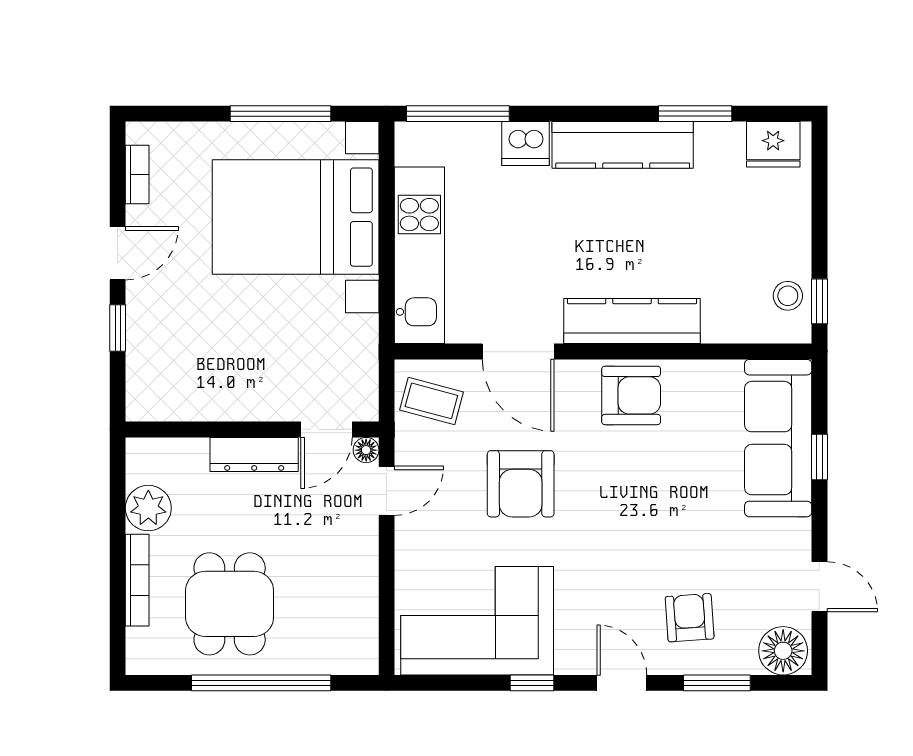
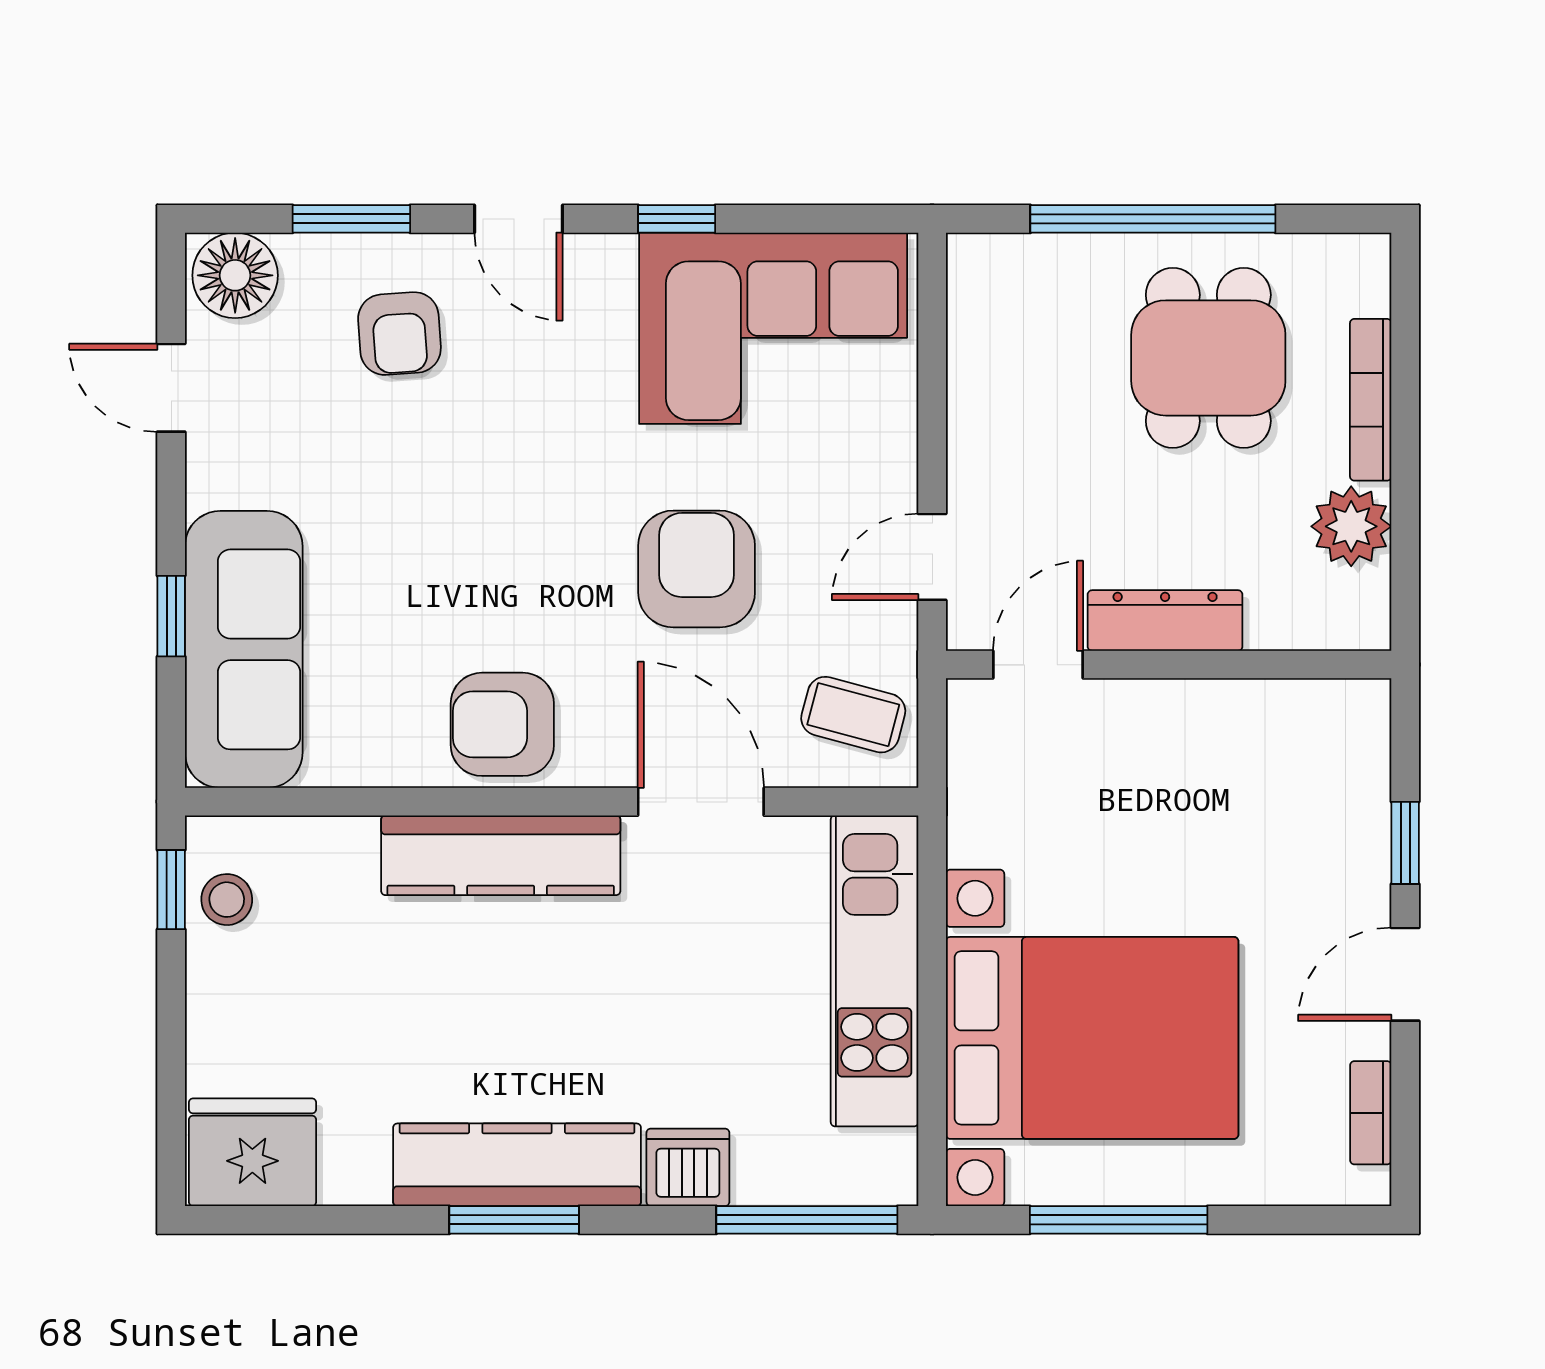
window: (695, 114) -> (514, 1220), moved
fridge: (773, 144) -> (252, 1152), width x1.36, depth x1.34
floor lamp: (366, 450) -> (968, 628), removed

